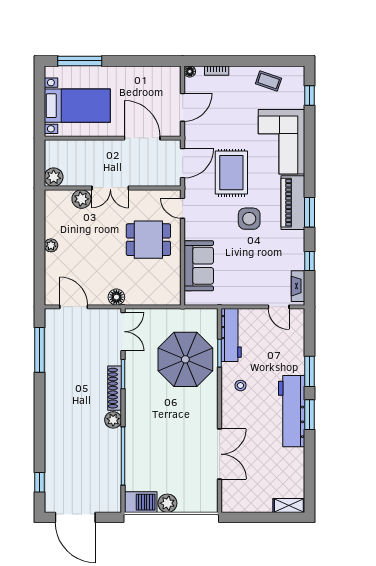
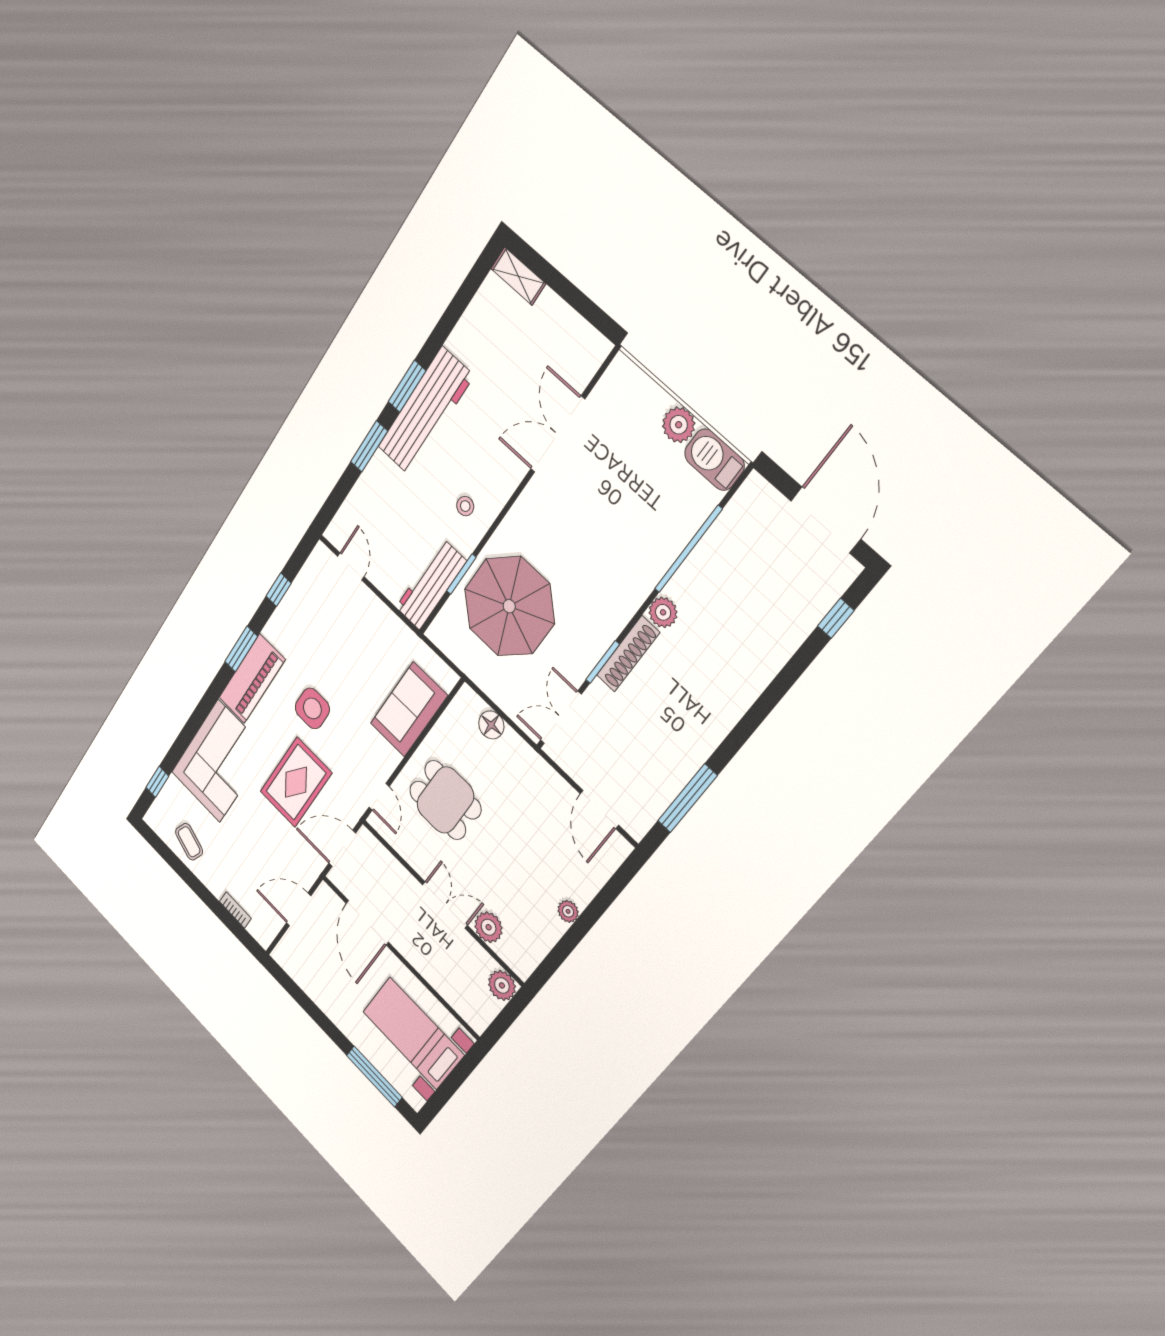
floor lamp: (190, 71) -> (264, 939), removed
fireplace: (298, 286) -> (311, 571), removed
floor lamp: (116, 297) -> (491, 725), moved

